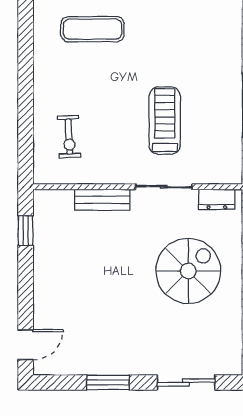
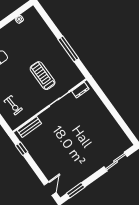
bench: (102, 200) -> (29, 127), moved
spiral stairs: (188, 271) -> (88, 122), removed
window: (108, 382) -> (76, 190), moved

